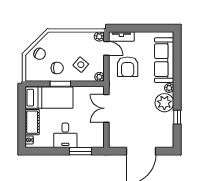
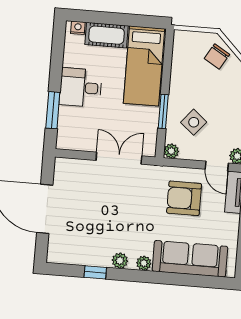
door: (106, 48) -> (217, 166), hinge flipped
chair: (57, 68) -> (191, 83), removed
window: (60, 84) -> (163, 111), moved
plant: (164, 103) -> (120, 261), width x0.53, depth x0.53

